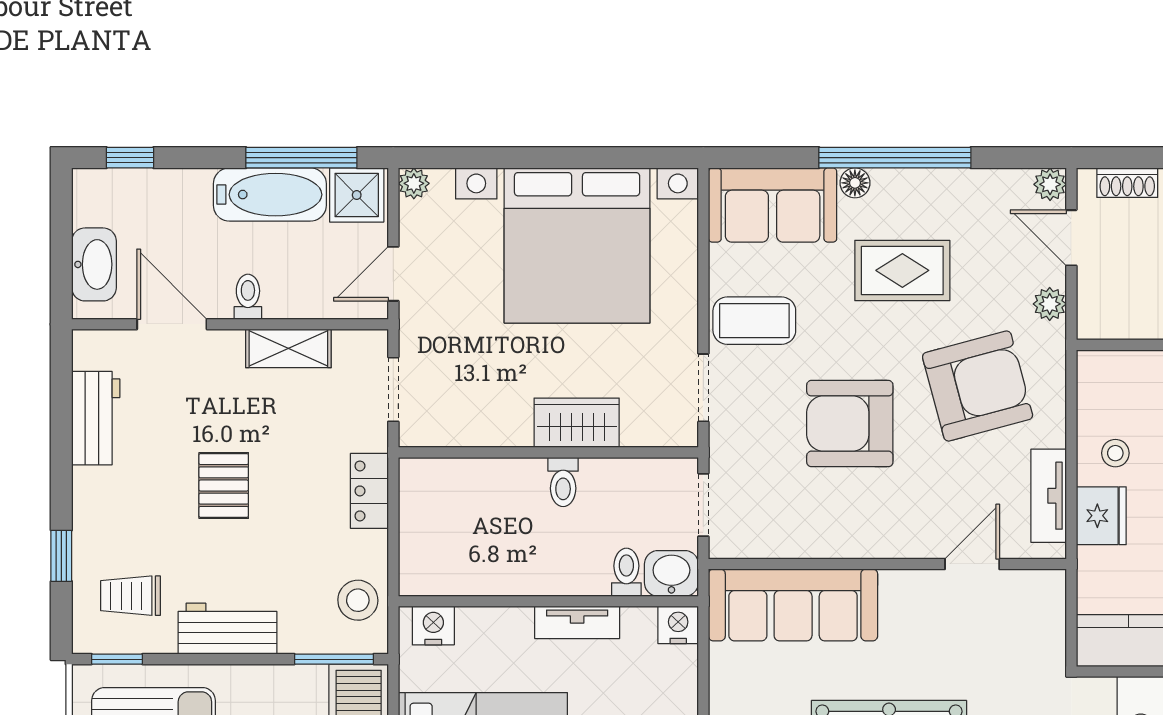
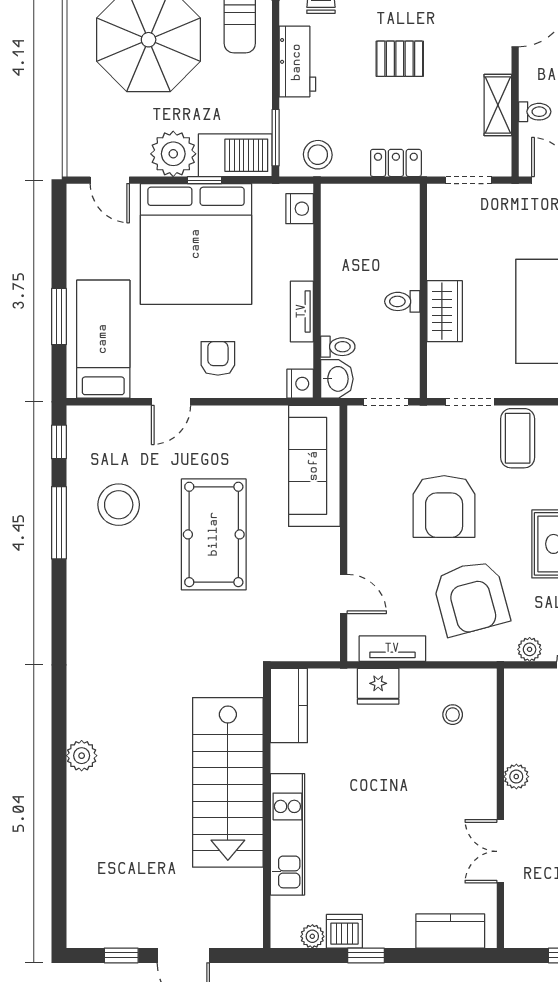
toilet: (248, 297) -> (535, 112), moved
armchair: (850, 424) -> (444, 506), turned 180
stool: (1115, 453) -> (453, 715), moved

